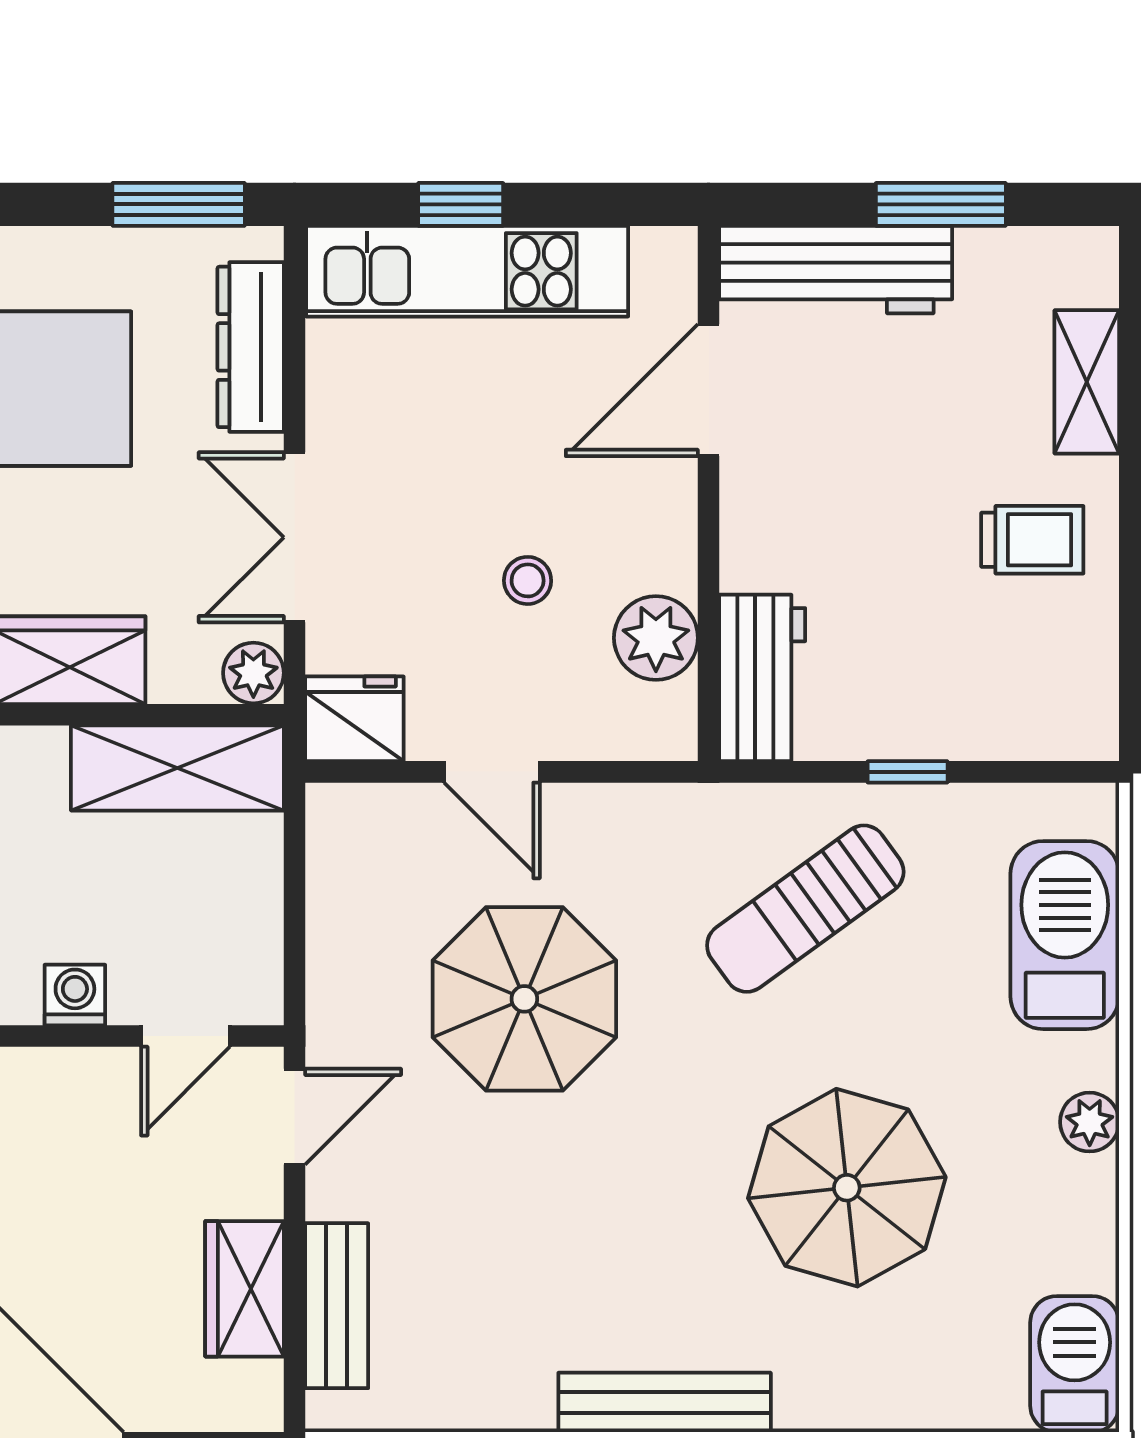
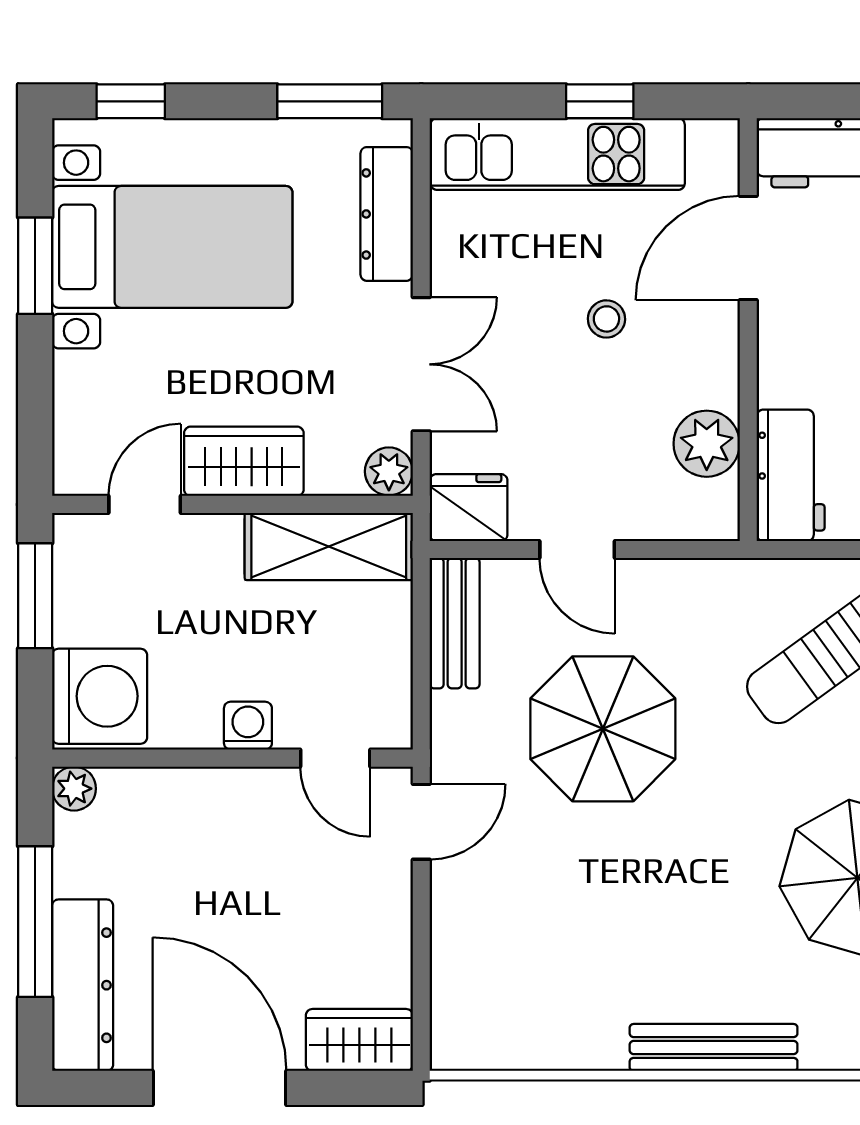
window: (461, 204) -> (600, 101), moved
double door: (294, 537) -> (421, 364), swing flipped
stool: (528, 580) -> (606, 319), moved
door: (186, 1036) -> (335, 758), hinge flipped
wardrobe: (245, 1289) -> (359, 1040), moved, turned 90
bench: (337, 1306) -> (455, 623), moved

